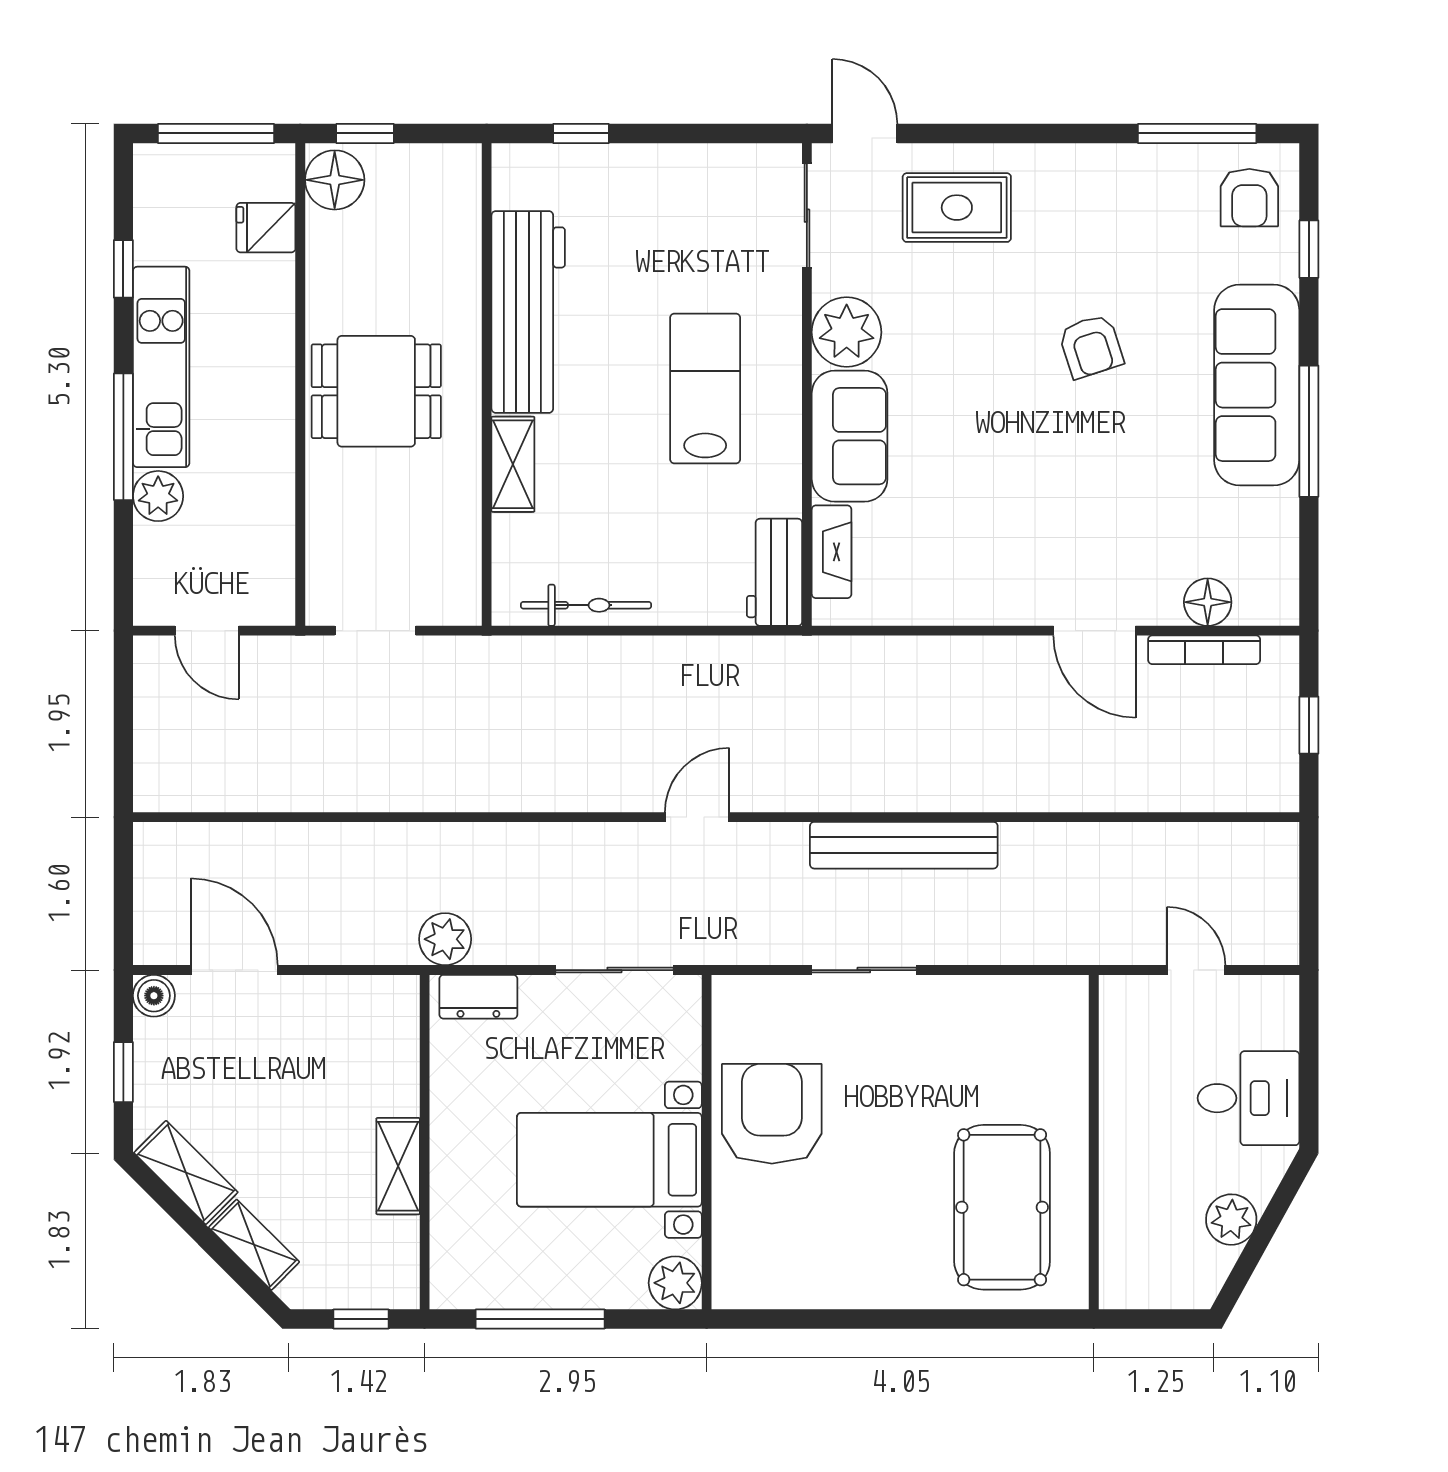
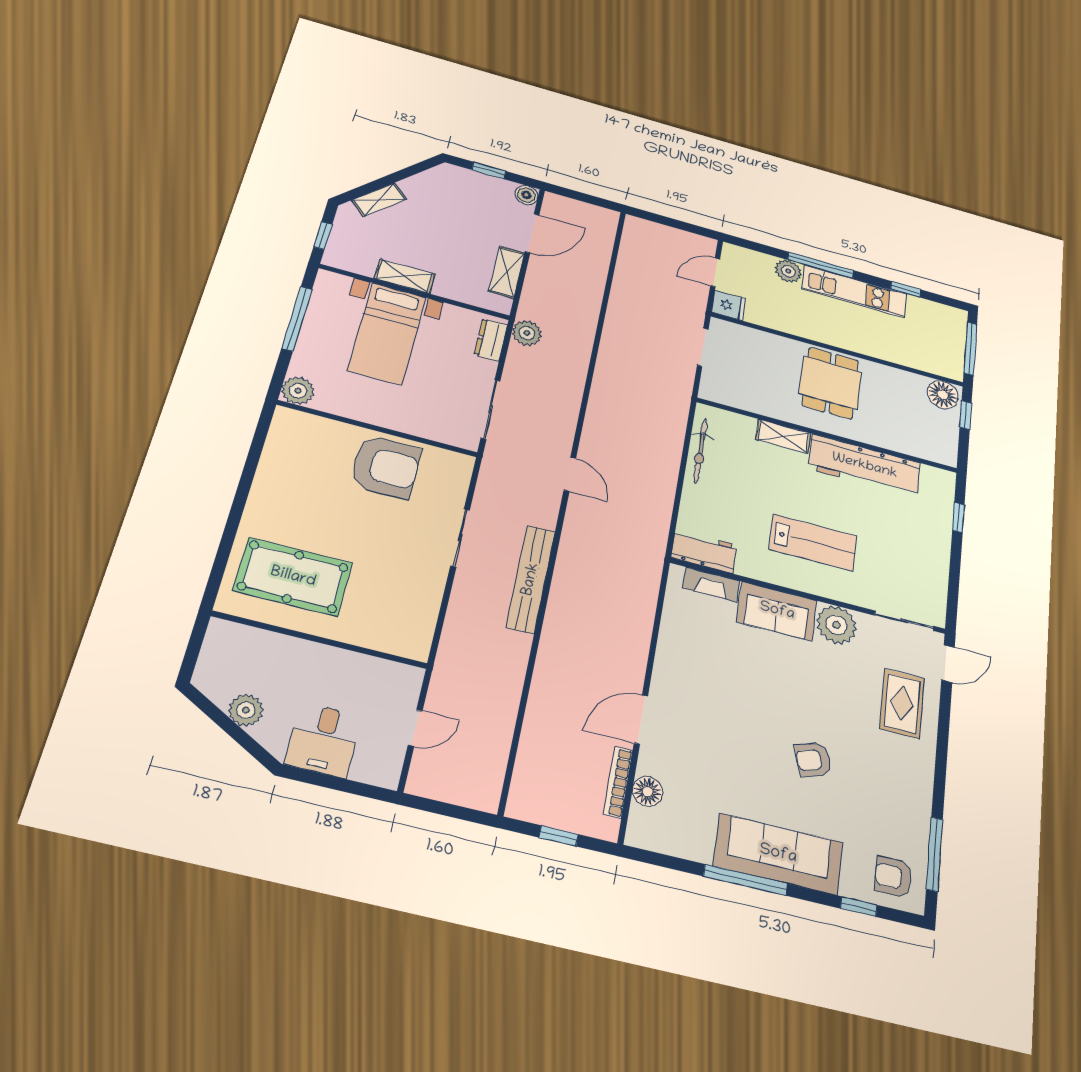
fridge: (266, 228) -> (729, 305), moved, turned 90
bed with nightstands: (609, 1160) -> (387, 334), moved, turned 180
shelving: (186, 1172) -> (507, 272), moved, turned -45

